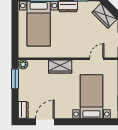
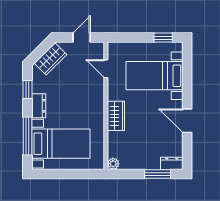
window: (15, 79) -> (158, 174), moved
door: (45, 122) -> (187, 121), moved

